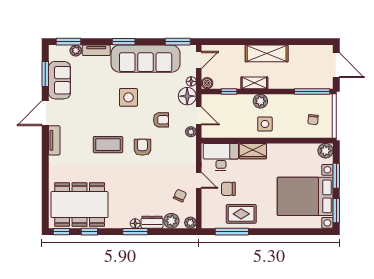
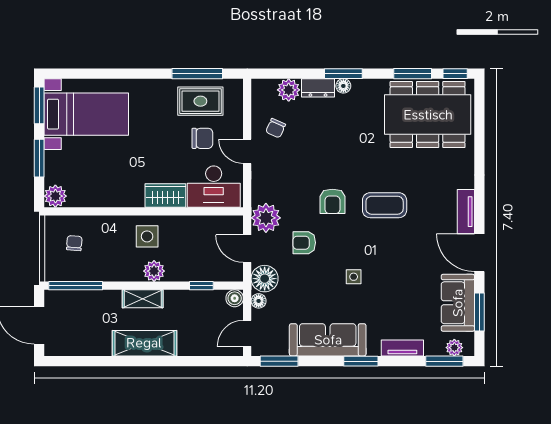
plant: (76, 51) -> (454, 348), moved
sofa: (146, 59) -> (328, 340), width x0.74, depth x0.79
shelving: (254, 83) -> (143, 299), moved
side table: (128, 97) -> (354, 277), width x0.54, depth x0.54
door: (45, 113) -> (479, 253), swing flipped
plant: (191, 132) -> (266, 218), width x1.87, depth x1.87
bed with nightstands: (305, 196) -> (86, 114), width x0.73
rug: (241, 214) -> (200, 101), moved
plant: (190, 223) -> (260, 87), removed
window: (89, 232) -> (413, 74), width x1.50

